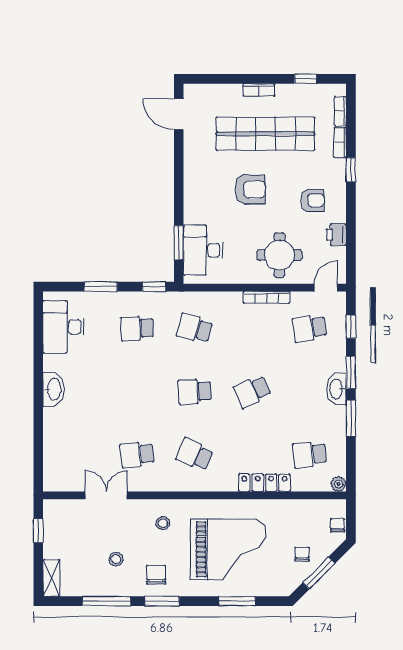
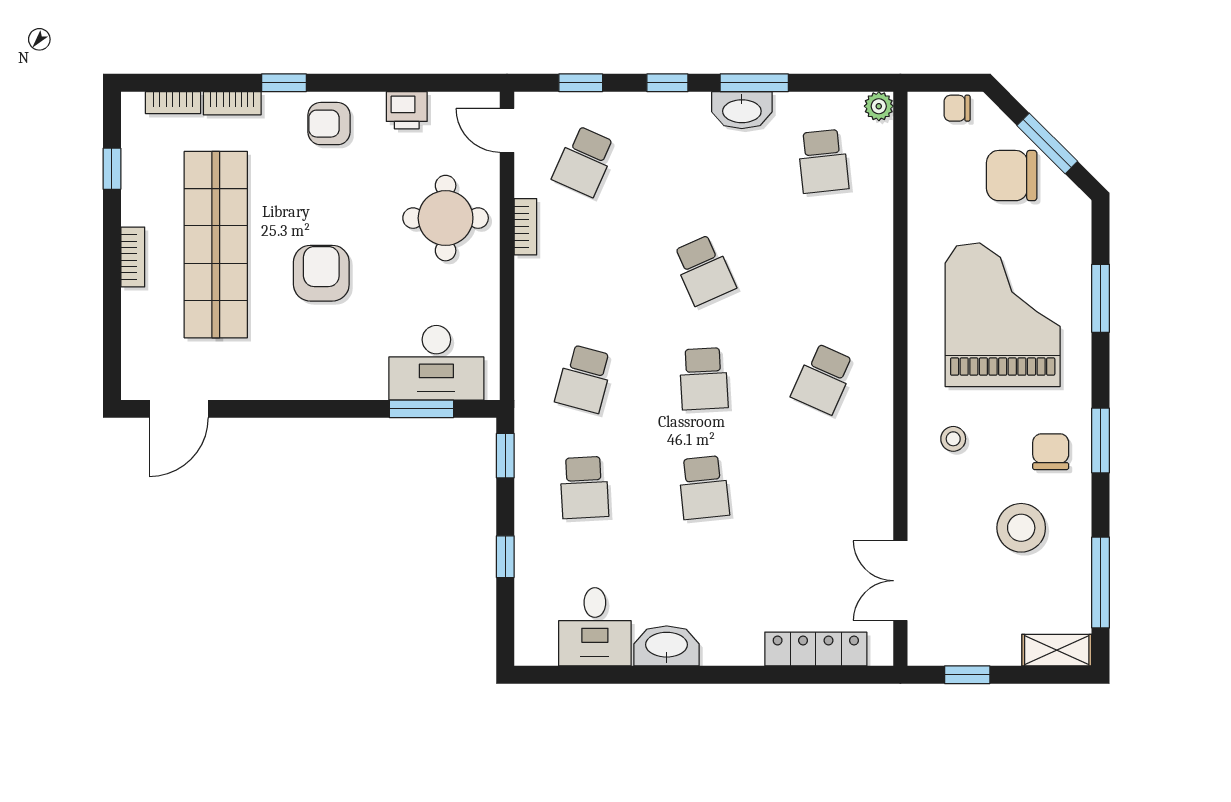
armchair: (313, 200) -> (329, 124), moved, turned -90
window: (101, 287) -> (505, 557), width x0.67
bookcase: (267, 297) -> (525, 227), width x0.64
desk: (64, 327) -> (595, 627), width x0.73
school desk: (310, 328) -> (584, 161), turned 33
window: (351, 372) -> (667, 83), width x0.67
washbasin: (54, 389) -> (667, 646), moved
washbasin: (336, 389) -> (742, 110), moved
school desk: (137, 455) -> (704, 488), moved
locker: (264, 483) -> (816, 649), moved, turned 90
double door: (106, 495) -> (900, 581), moved
chair: (302, 554) -> (1012, 176), width x1.87, depth x1.87
stool: (116, 559) -> (1021, 528), width x1.89, depth x1.89
chair: (156, 575) -> (1051, 452), turned 90
window: (107, 601) -> (1101, 582), moved

